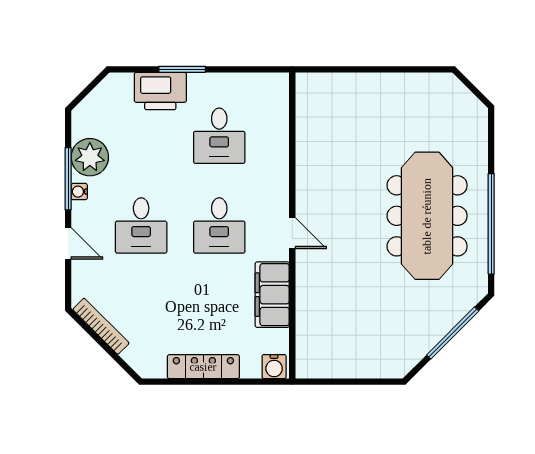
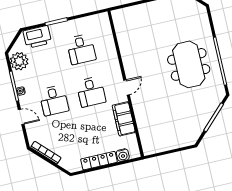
printer: (160, 91) -> (37, 37), moved
plant: (90, 157) -> (19, 61), moved
meeting table: (427, 216) -> (189, 64), width x0.73
door: (292, 233) -> (127, 87), hinge flipped
water cooler: (274, 367) -> (123, 155), moved

